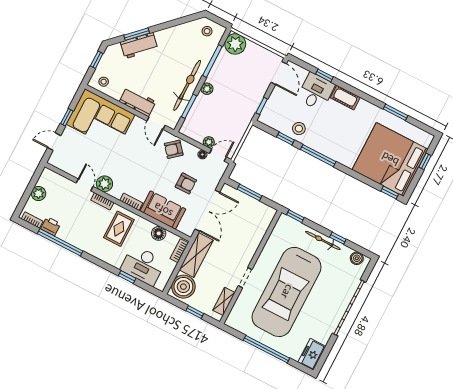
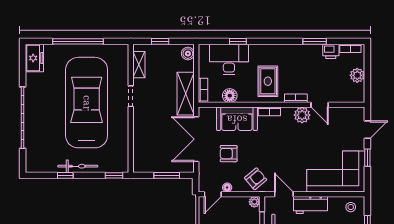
plant: (209, 142) -> (254, 202), moved
window: (60, 242) -> (315, 41), width x0.47
boiler: (357, 258) -> (39, 166), removed
boiler: (183, 287) -> (188, 54), width x0.54, depth x0.54

